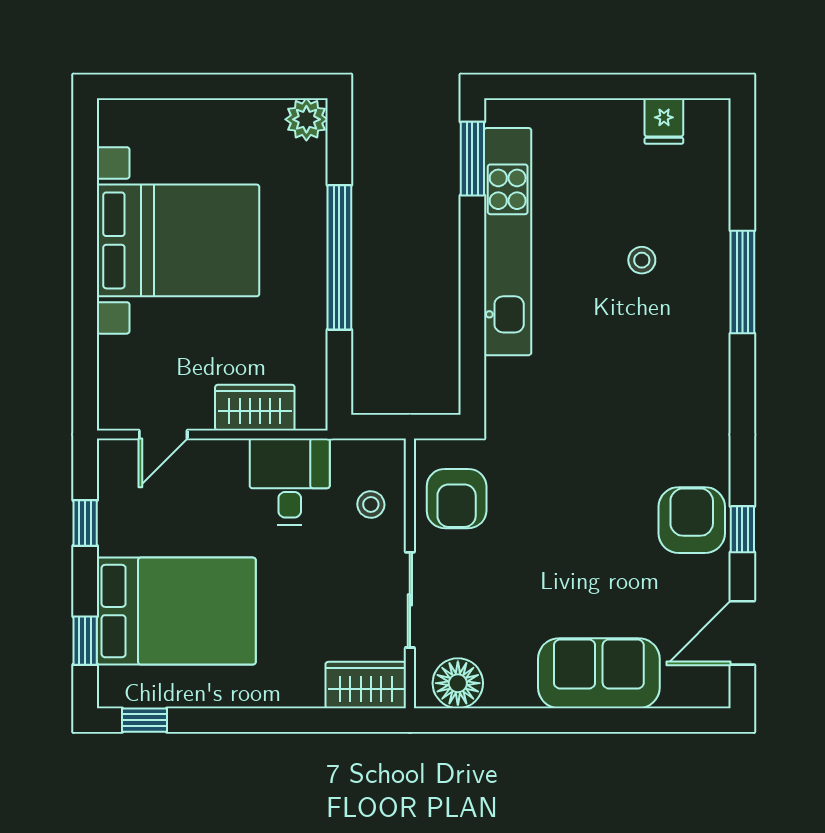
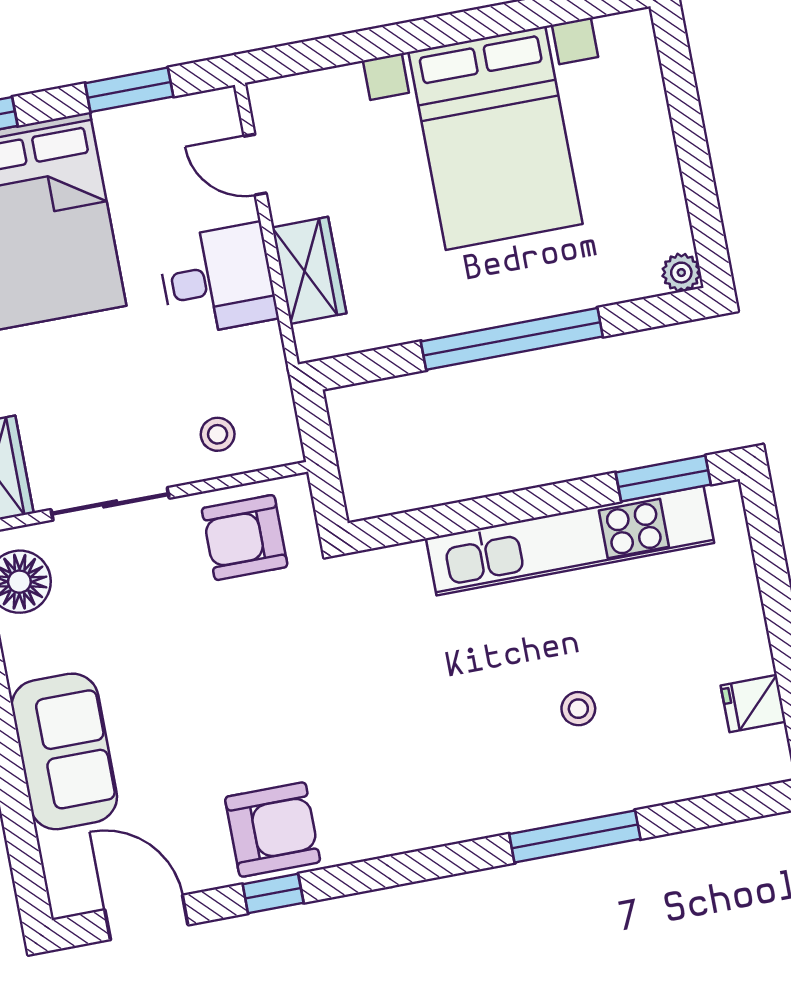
plant: (306, 119) -> (681, 273), width x0.73, depth x0.73
desk: (290, 481) -> (217, 280), moved
window: (85, 523) -> (129, 90), width x1.50

